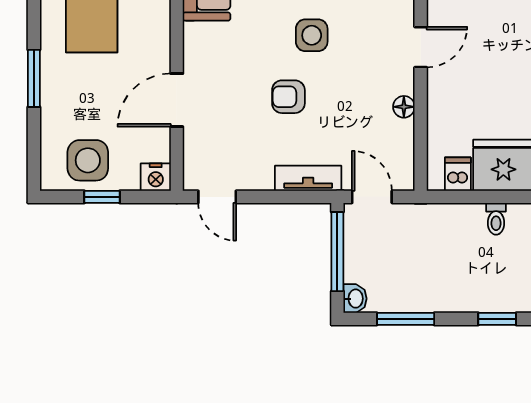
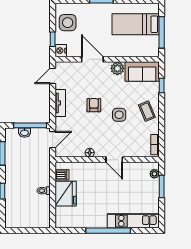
plant: (199, 39) -> (117, 68), added
tv unit: (308, 178) -> (60, 103), moved
window: (102, 197) -> (53, 39), moved
washbasin: (355, 299) -> (24, 133), moved

